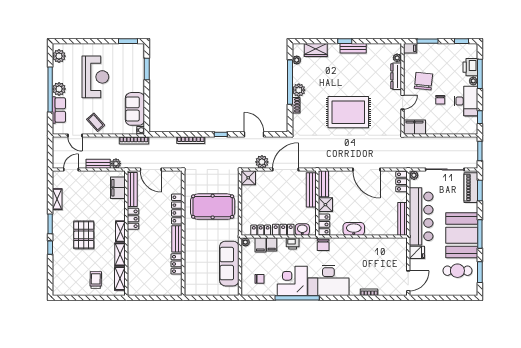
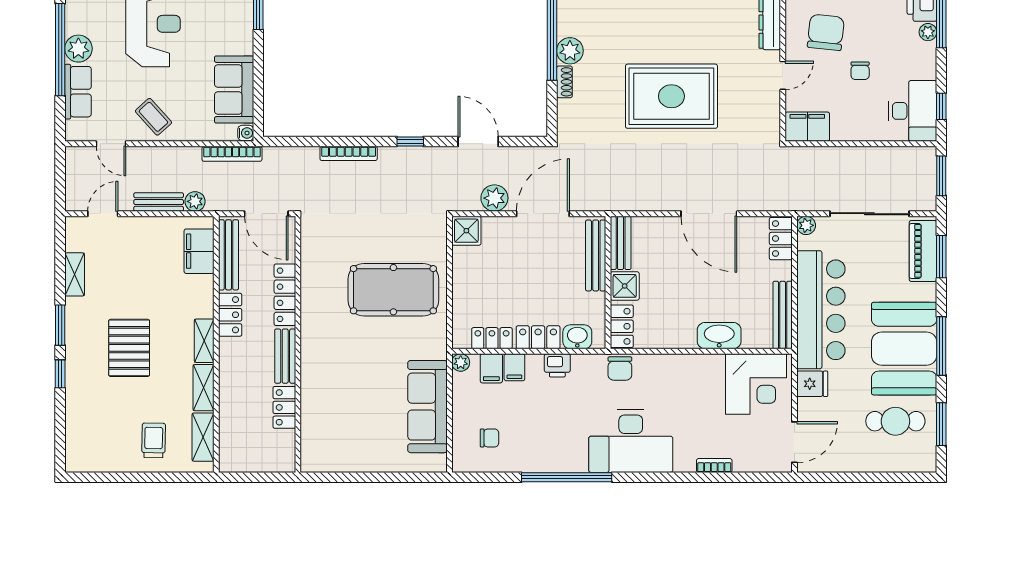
desk: (466, 101) -> (913, 111), moved
locker: (177, 209) -> (285, 295), moved
washbasin: (354, 229) -> (719, 336), moved
wall: (183, 233) -> (298, 344), moved
bench: (177, 239) -> (285, 356), moved
locker: (177, 264) -> (284, 407), moved
corner desk: (292, 281) -> (756, 384), moved, turned 180

